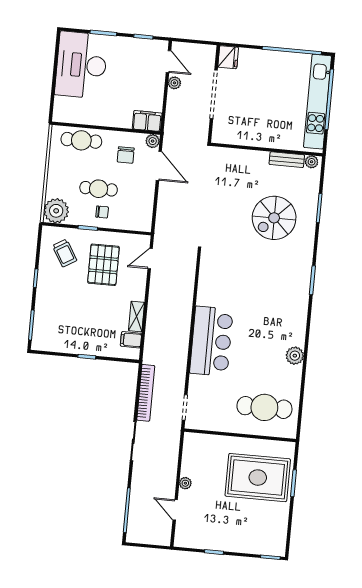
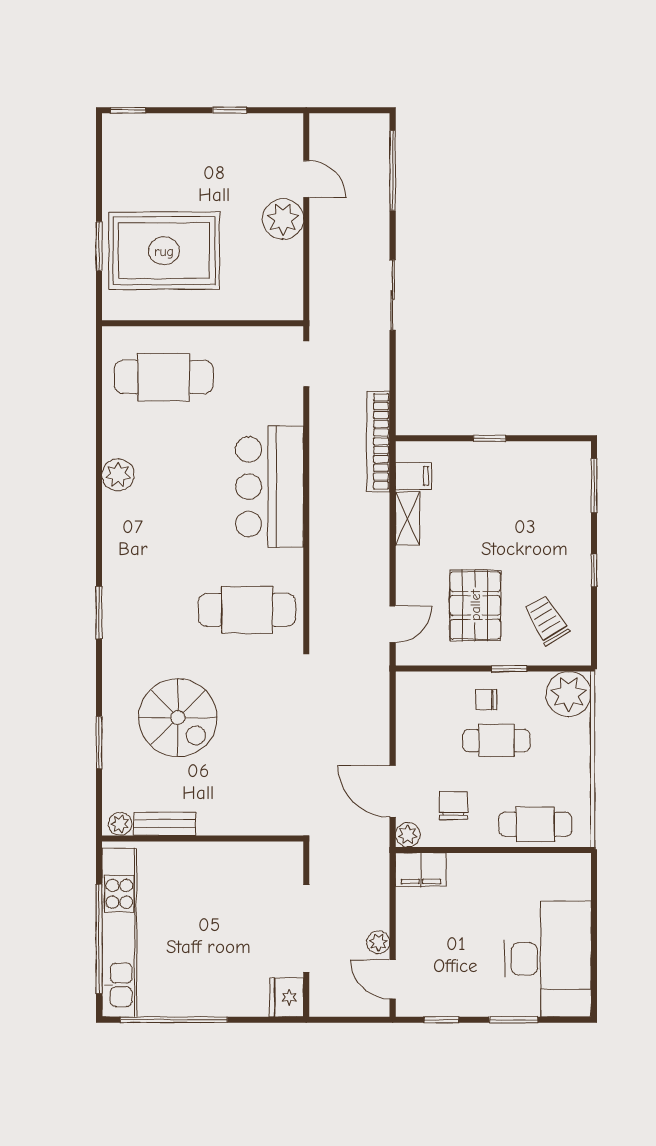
spiral stairs: (274, 218) -> (178, 718), turned 90
cafe table: (230, 274) -> (247, 610), added
bookcase: (146, 393) -> (378, 441), moved
plant: (185, 483) -> (283, 219), width x1.88, depth x1.88

